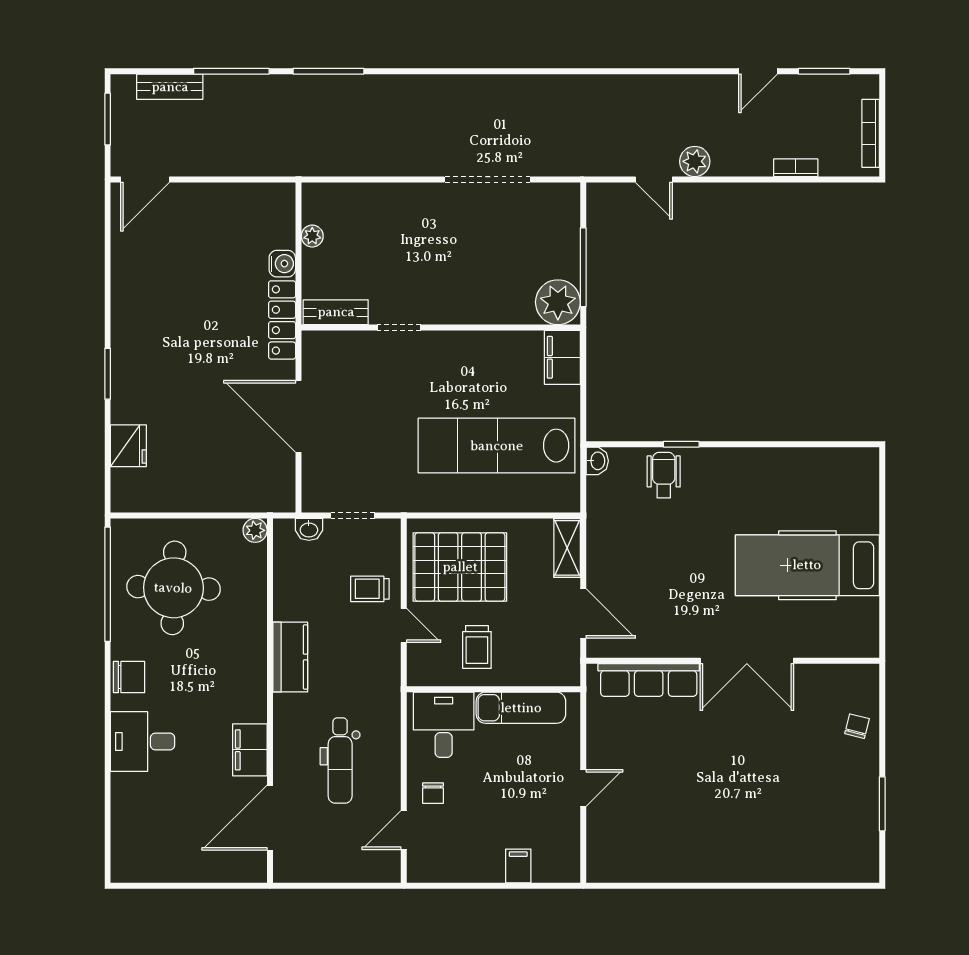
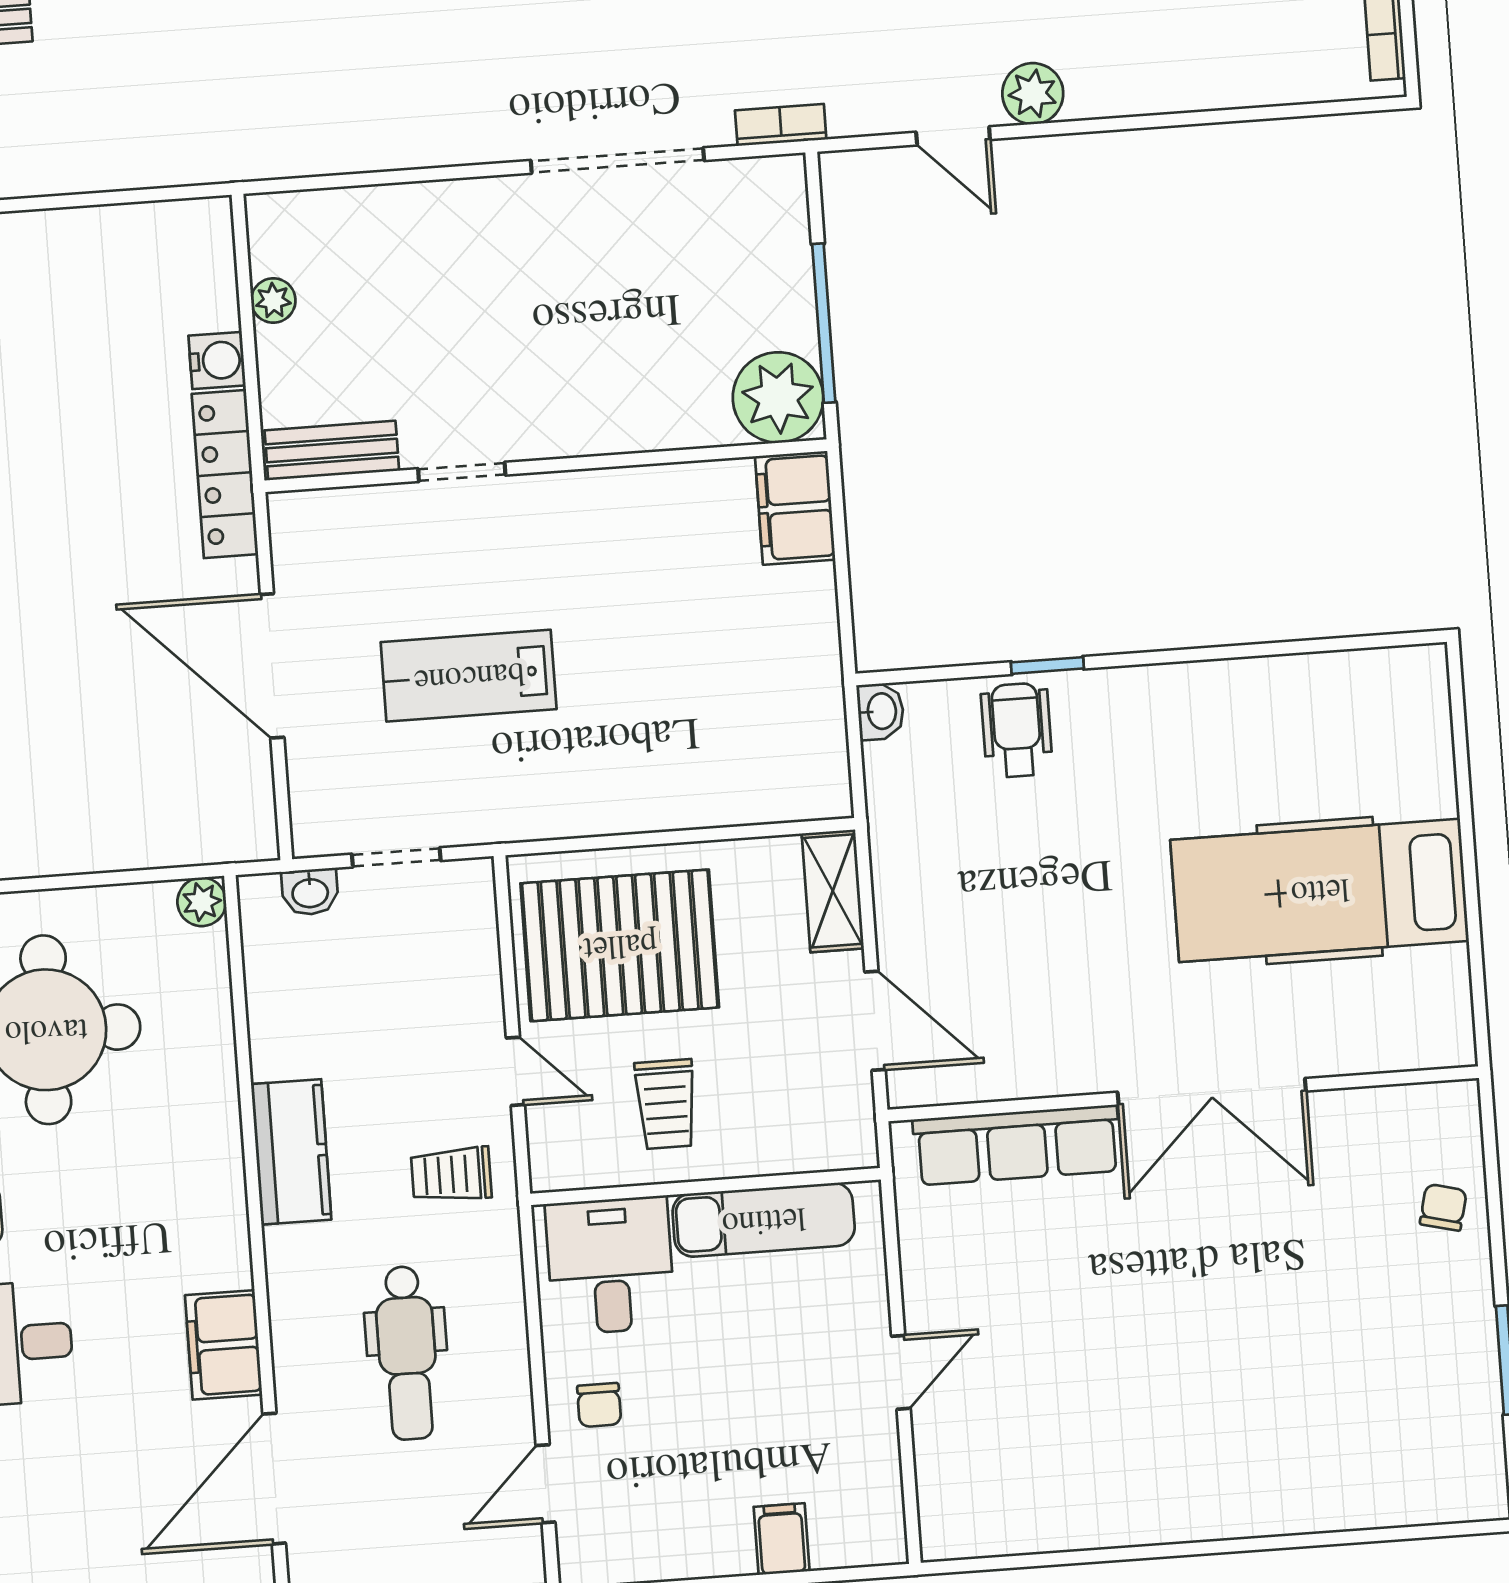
bookcase: (796, 168) -> (781, 125), moved
lab bench: (497, 446) -> (469, 676), moved, width x0.54, depth x0.72
trolley: (370, 589) -> (451, 1175), moved

